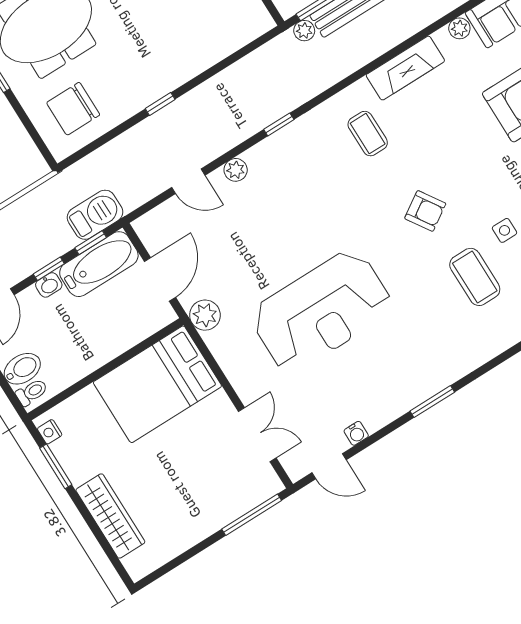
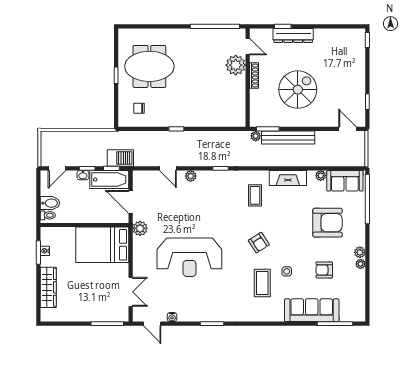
chair: (73, 109) -> (139, 108), width x0.54, depth x0.54
door: (160, 279) -> (131, 202), swing flipped
nightstand: (50, 432) -> (45, 251), moved

